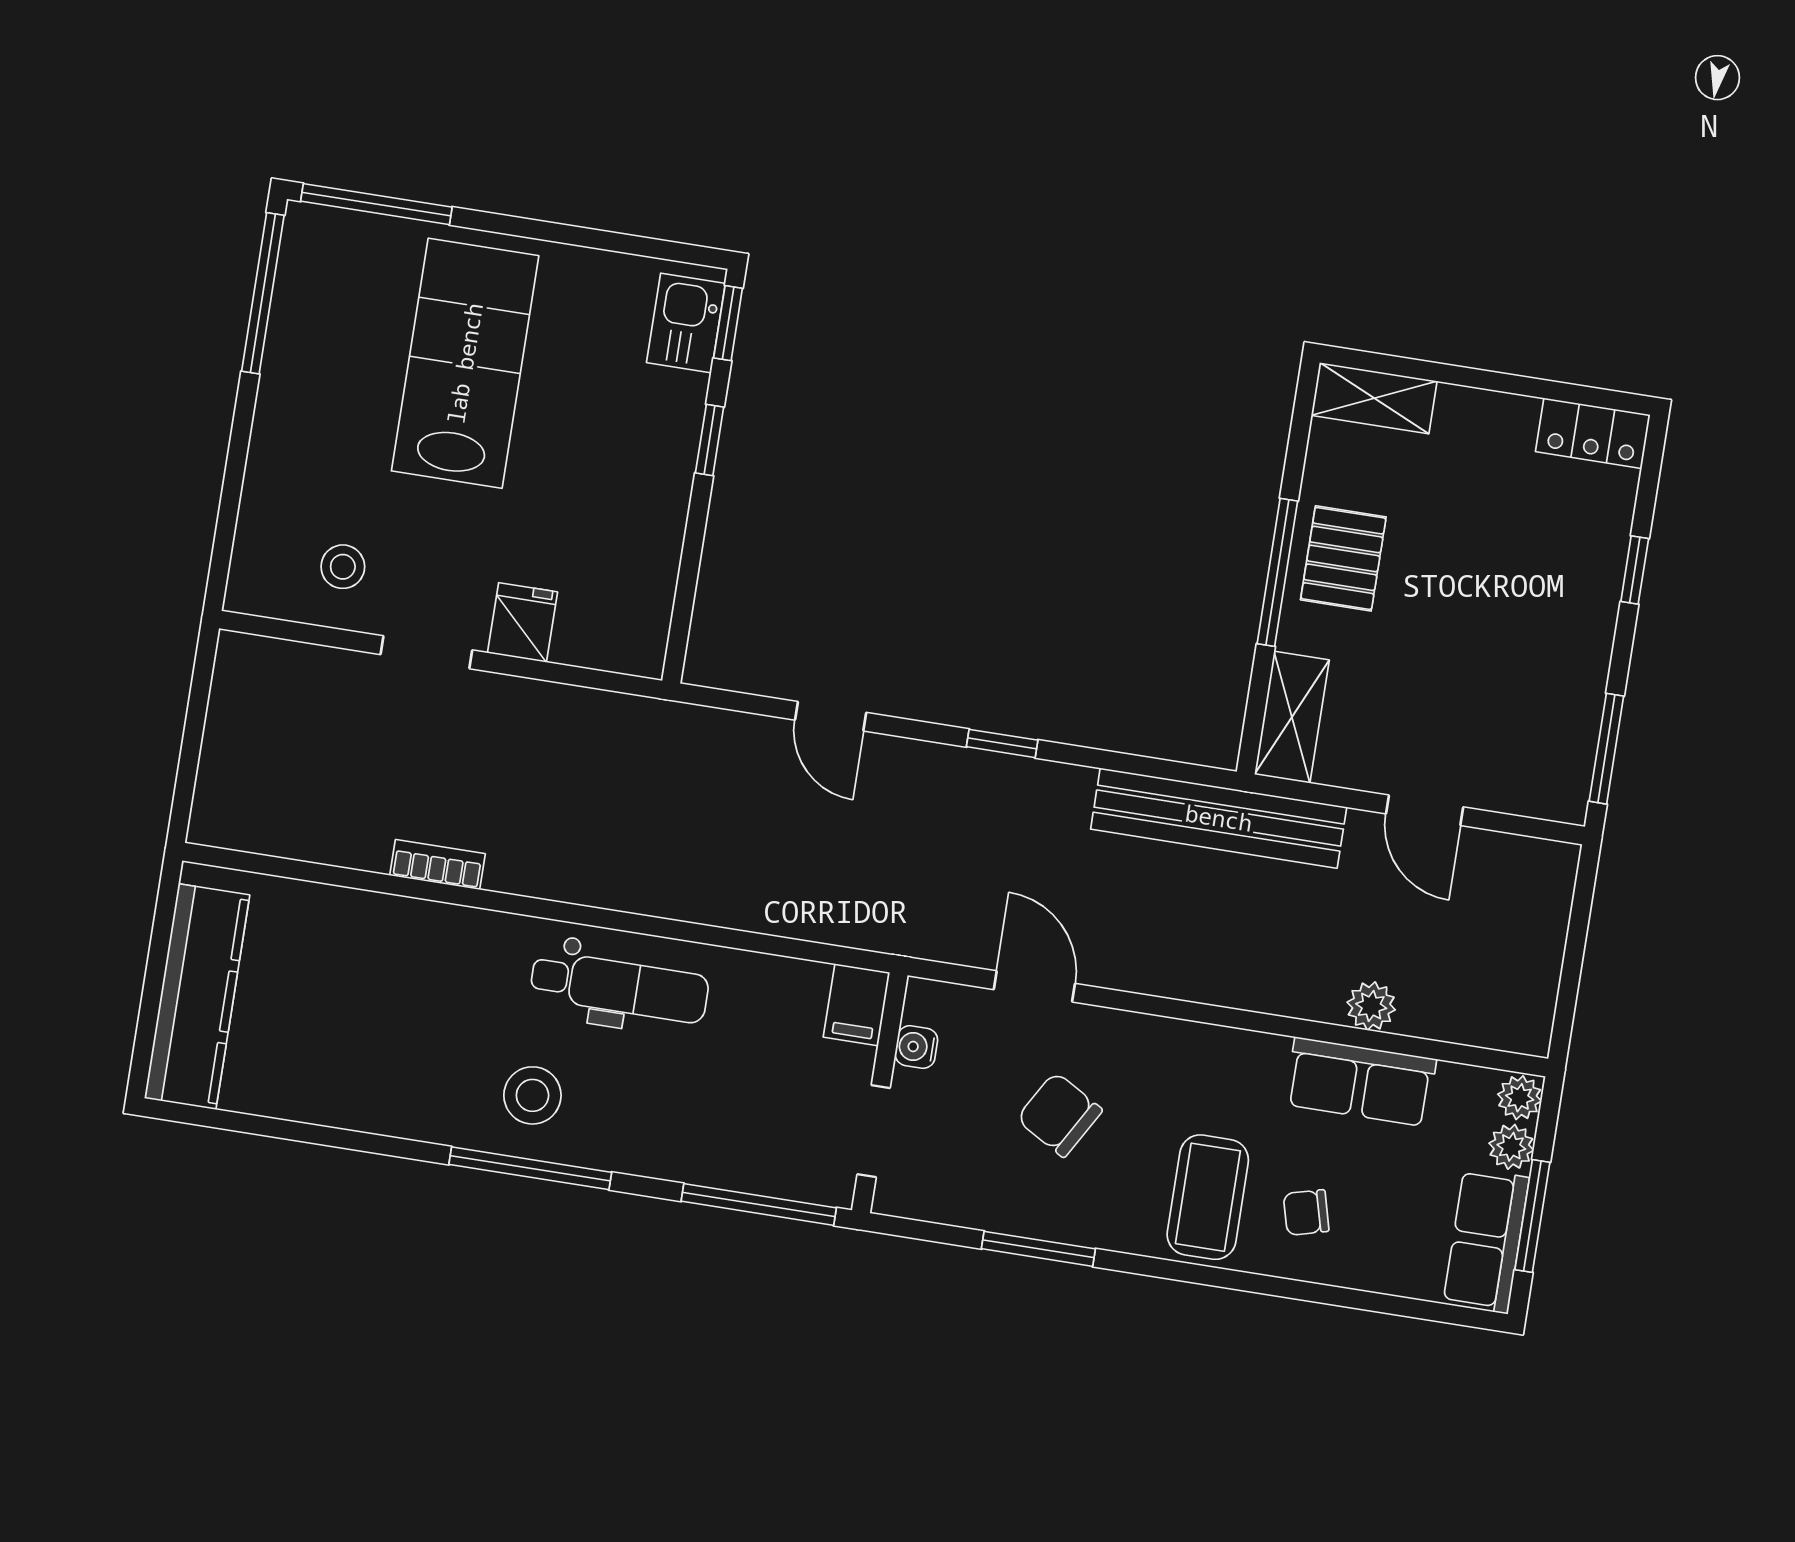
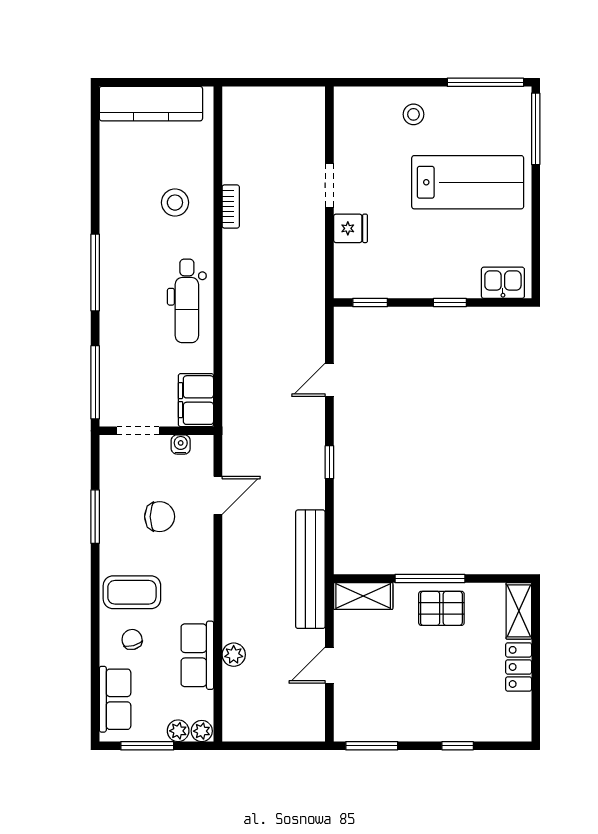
window: (728, 323) -> (370, 302), moved
locker: (1593, 433) -> (519, 667), moved
stool: (343, 567) -> (413, 114), moved
filing cabinet: (857, 1005) -> (196, 400), width x2.00
stool: (532, 1095) -> (175, 203), moved
chair: (1059, 1115) -> (160, 517), turned 60
row of seats: (1486, 1241) -> (115, 699), moved, turned 90

